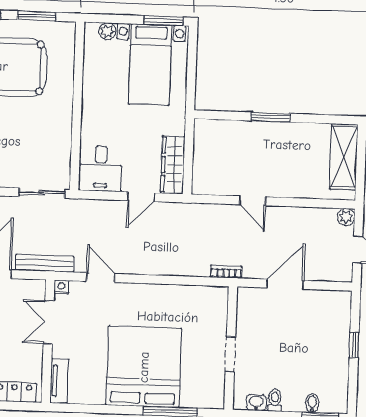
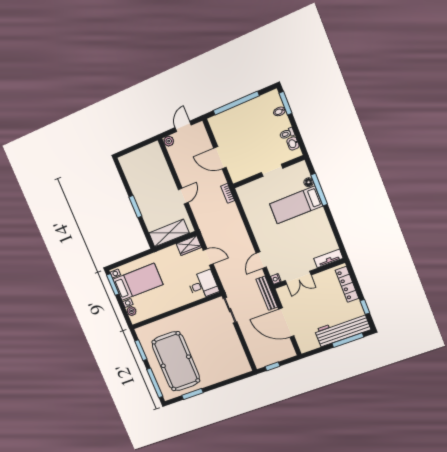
shelving: (344, 157) -> (169, 233), moved
wardrobe: (173, 165) -> (189, 245), width x0.67
window: (354, 345) -> (236, 103), width x3.17
bed: (144, 367) -> (296, 205), width x0.49
floor lamp: (188, 401) -> (309, 182), added

